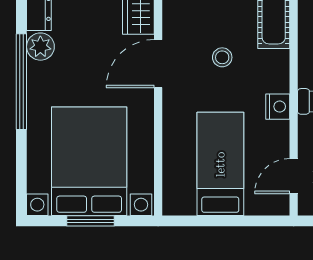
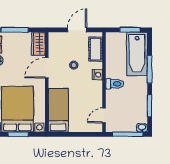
nightstand: (278, 107) -> (97, 75), moved
bed: (220, 164) -> (58, 110), moved

